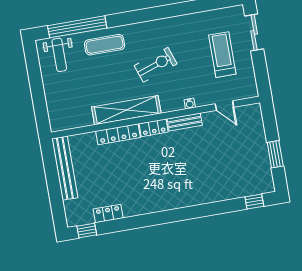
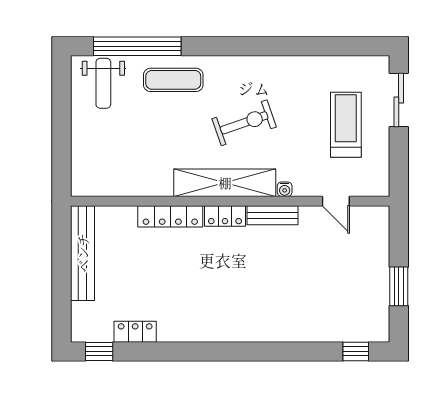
shelving: (126, 110) -> (225, 183), moved

